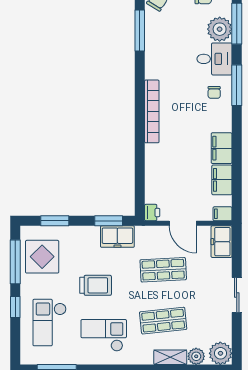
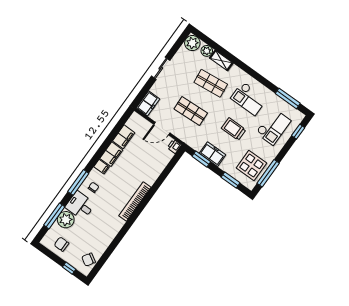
window: (140, 31) -> (110, 250), removed
filing cabinet: (222, 214) -> (101, 167), moved
door: (183, 223) -> (162, 129), swing flipped
freezer: (117, 237) -> (212, 154), moved
window: (15, 307) -> (298, 132), moved

